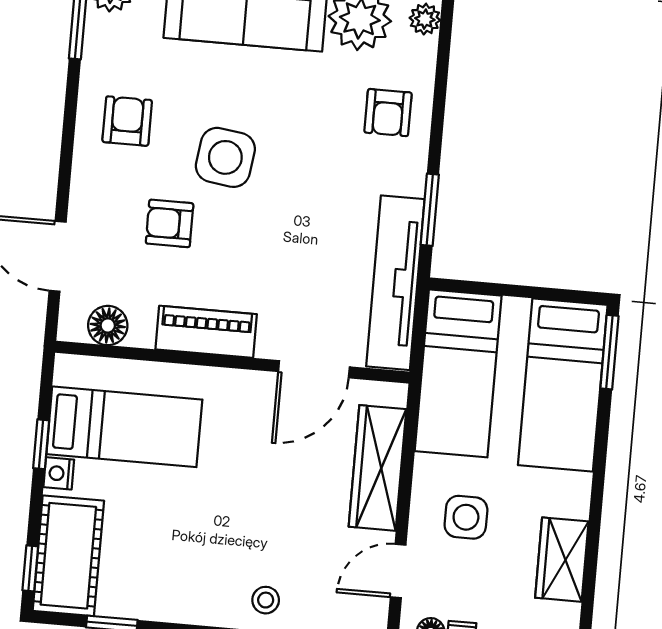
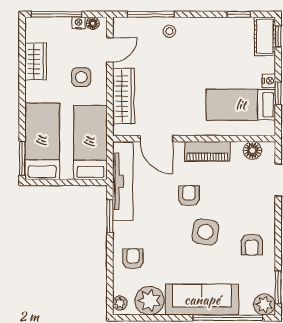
armchair: (170, 223) -> (189, 196), moved, turned -90
door: (314, 369) -> (157, 139), swing flipped
cot: (68, 556) -> (265, 36), width x0.73, depth x0.75

